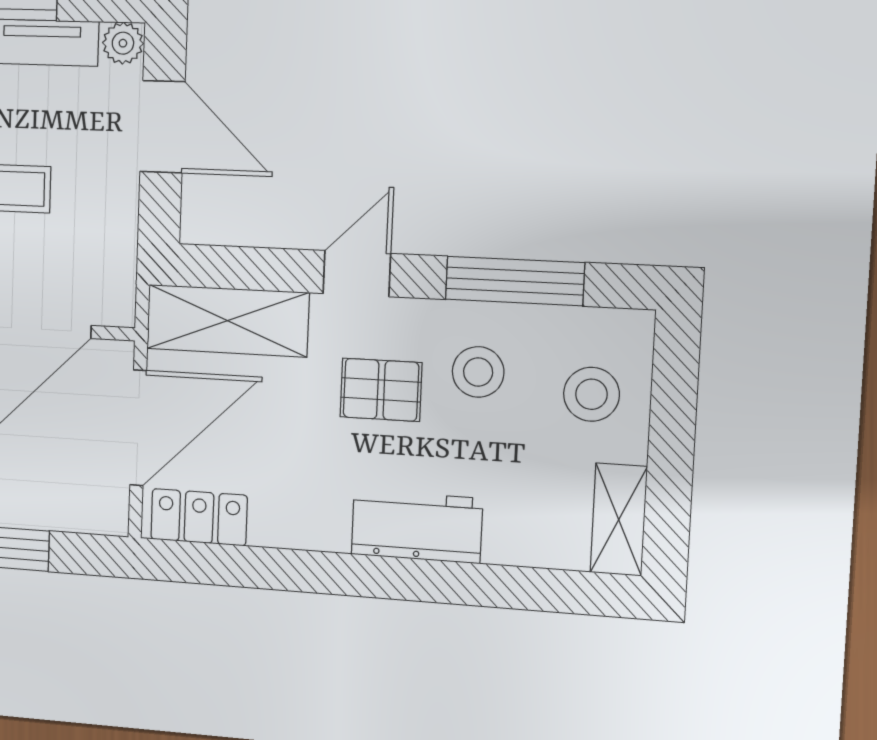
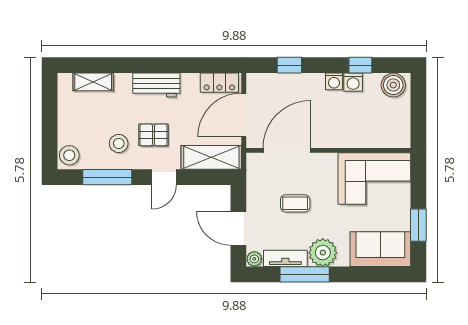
stool: (591, 394) -> (69, 155), moved
shelving: (619, 520) -> (93, 82), moved, turned 90
workbench: (417, 527) -> (156, 85), moved

